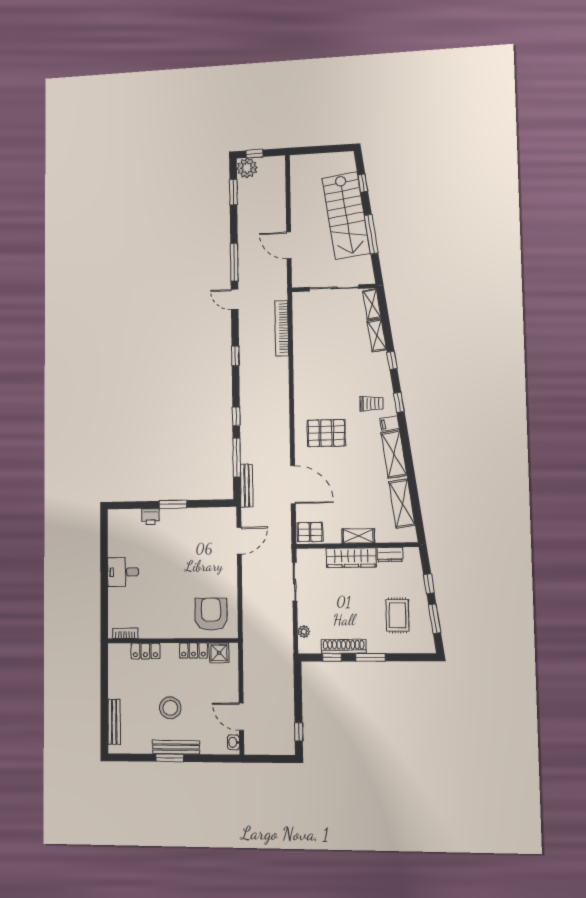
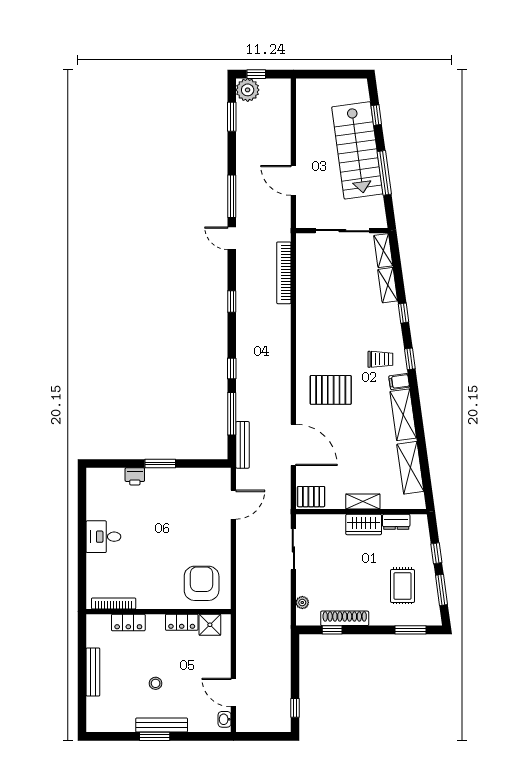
wardrobe: (351, 558) -> (364, 525), width x0.67
bookcase: (125, 633) -> (114, 603), width x1.56
window: (370, 657) -> (411, 630), moved
stool: (170, 708) -> (156, 683), width x0.53, depth x0.53
bench: (114, 722) -> (93, 672), moved

